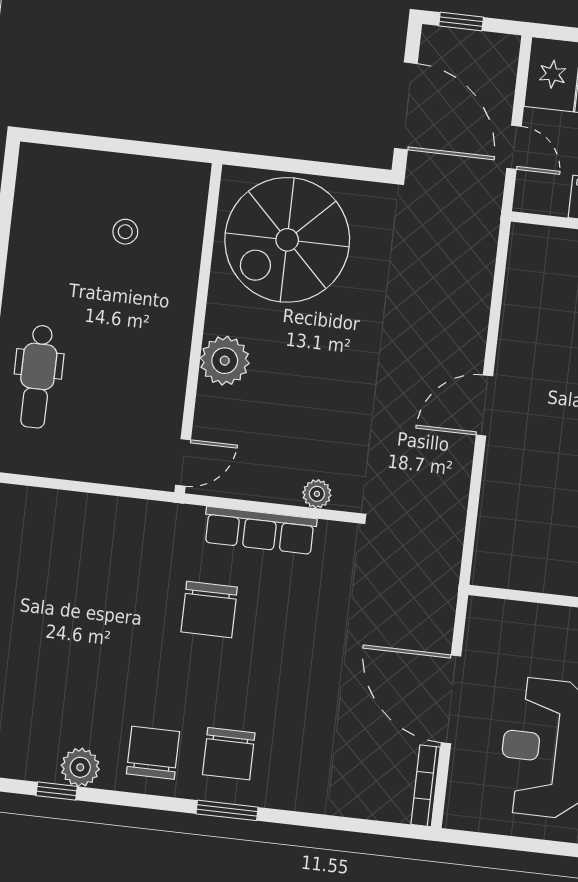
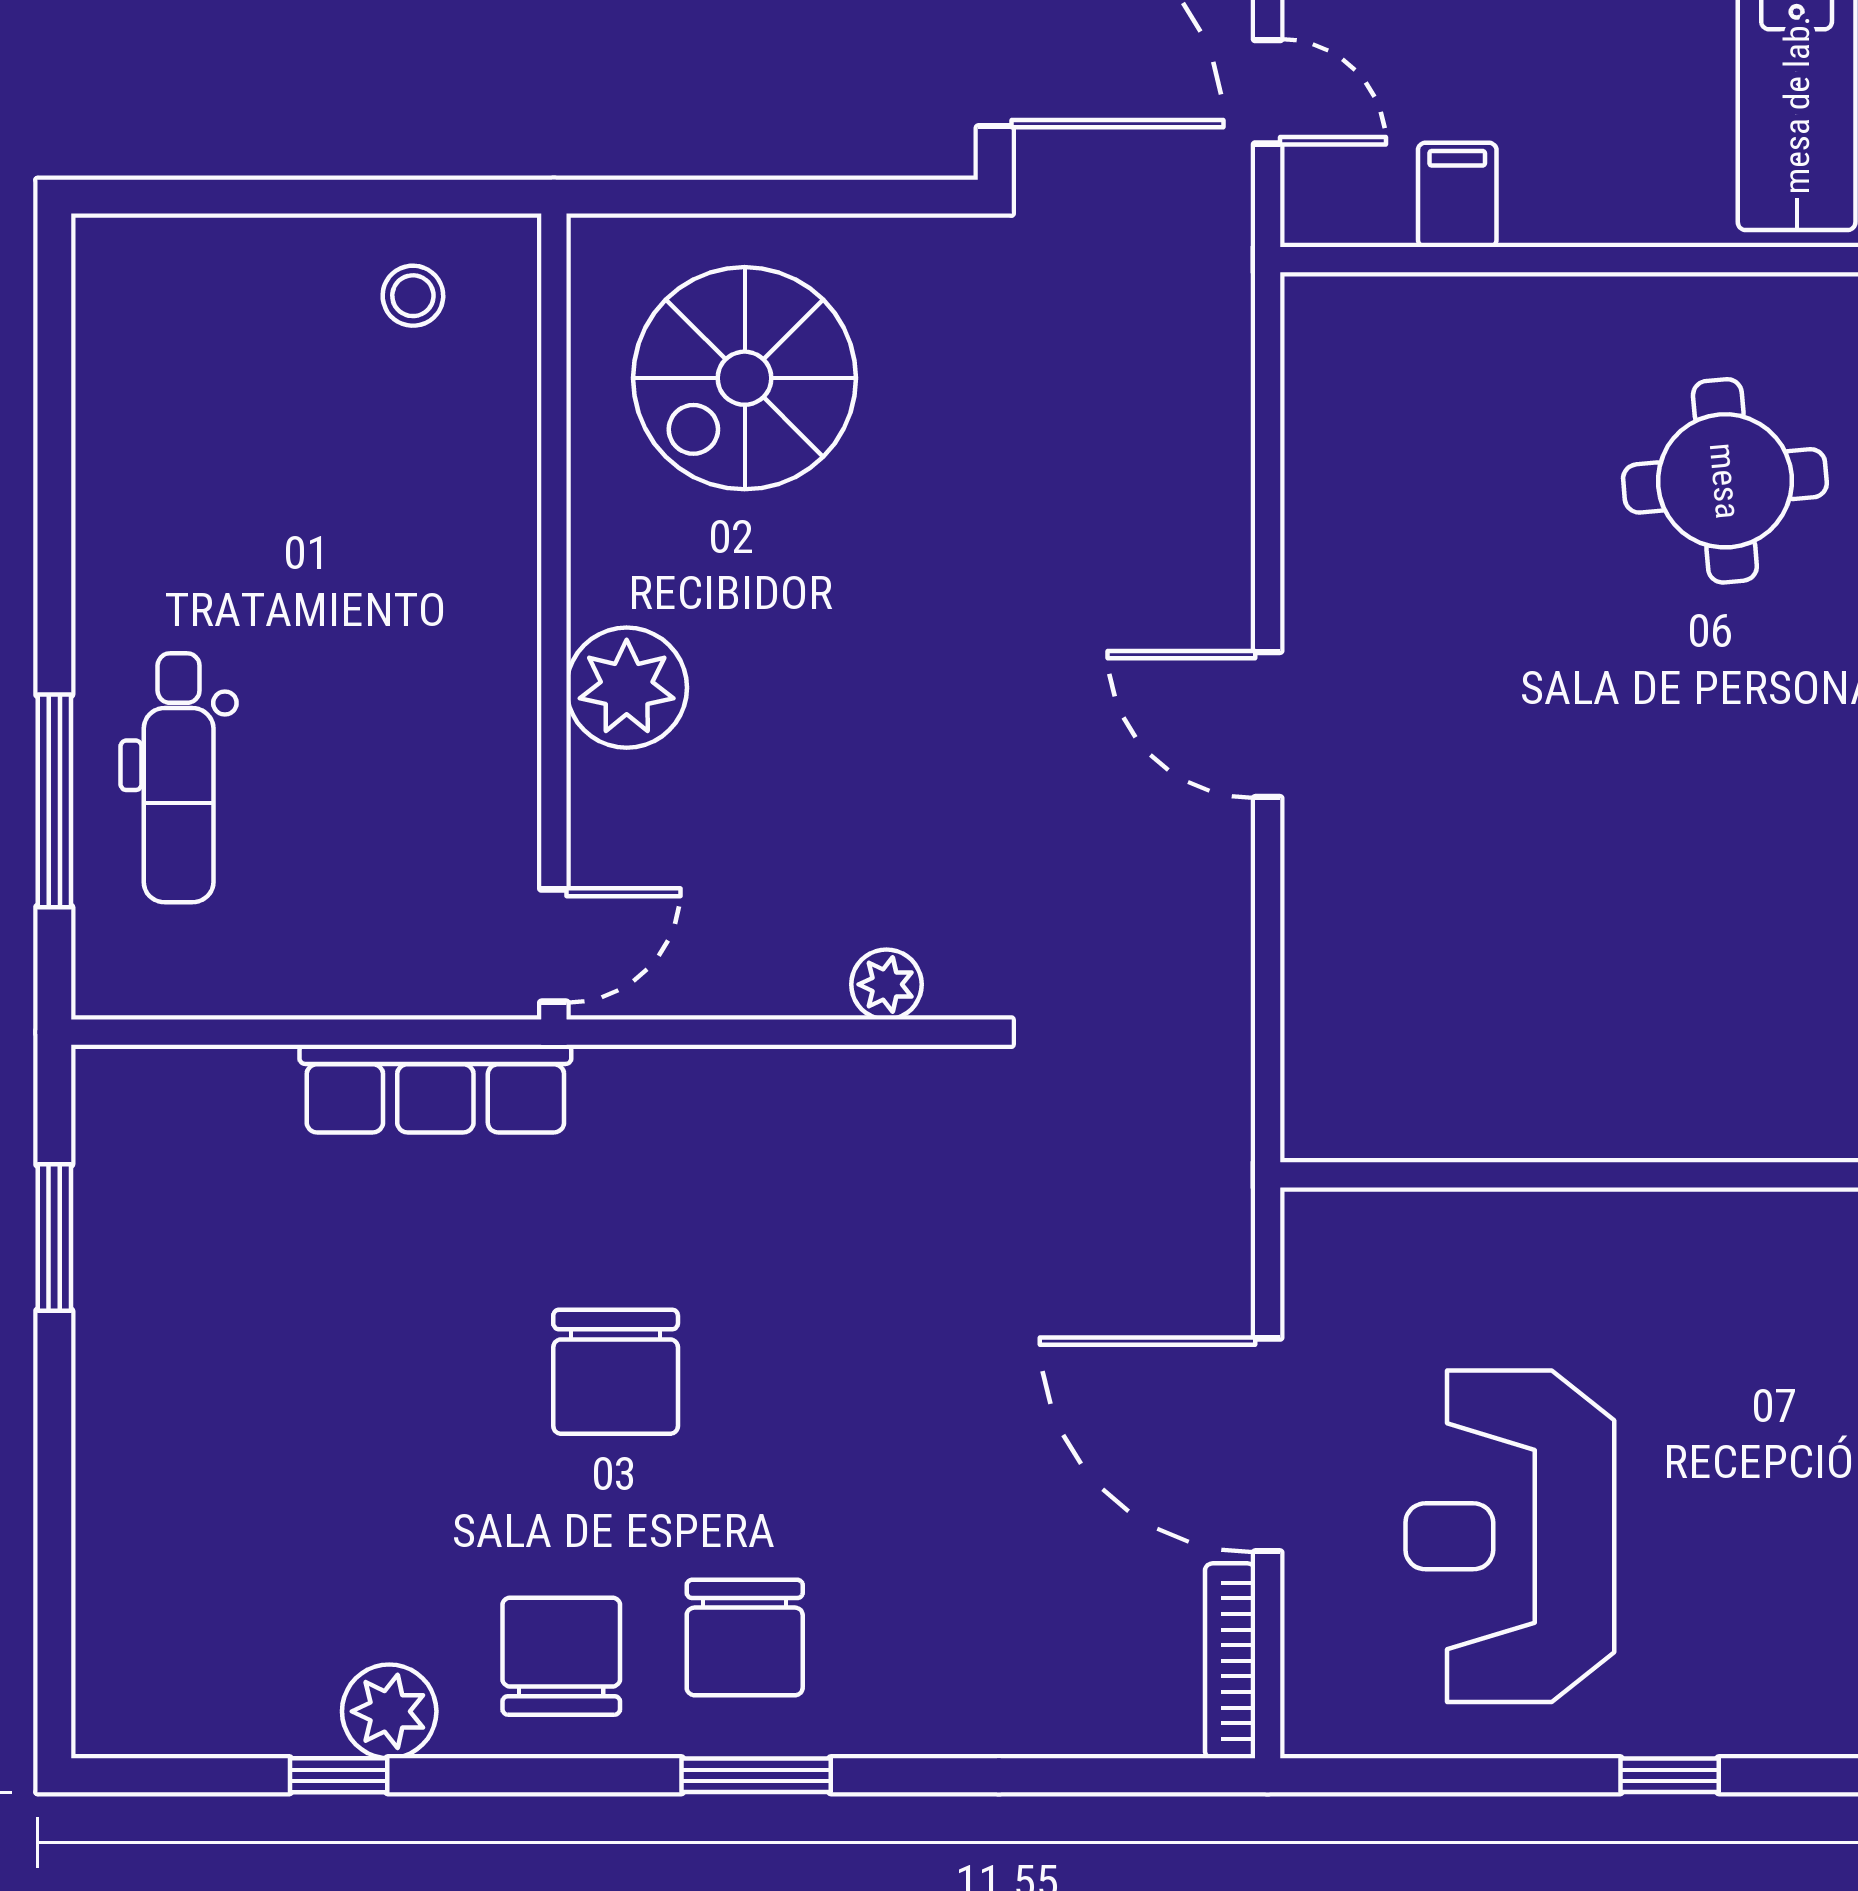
stool: (125, 232) -> (413, 296), moved
spiral stairs: (287, 240) -> (745, 378), width x0.73, depth x0.73
door: (485, 405) -> (1268, 724), hinge flipped
row of seats: (260, 530) -> (435, 1089), moved
chair: (209, 609) -> (616, 1372), moved

